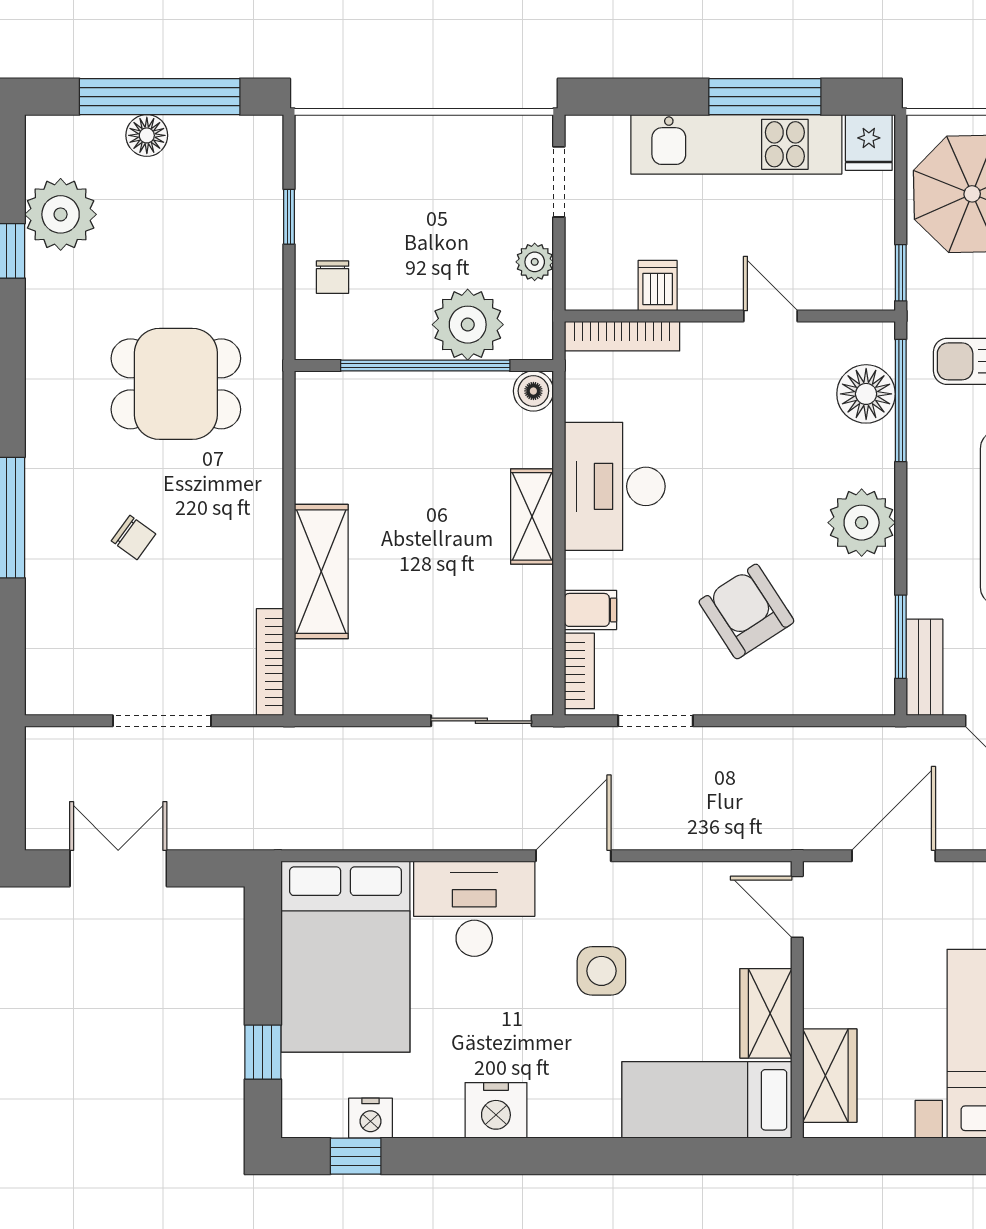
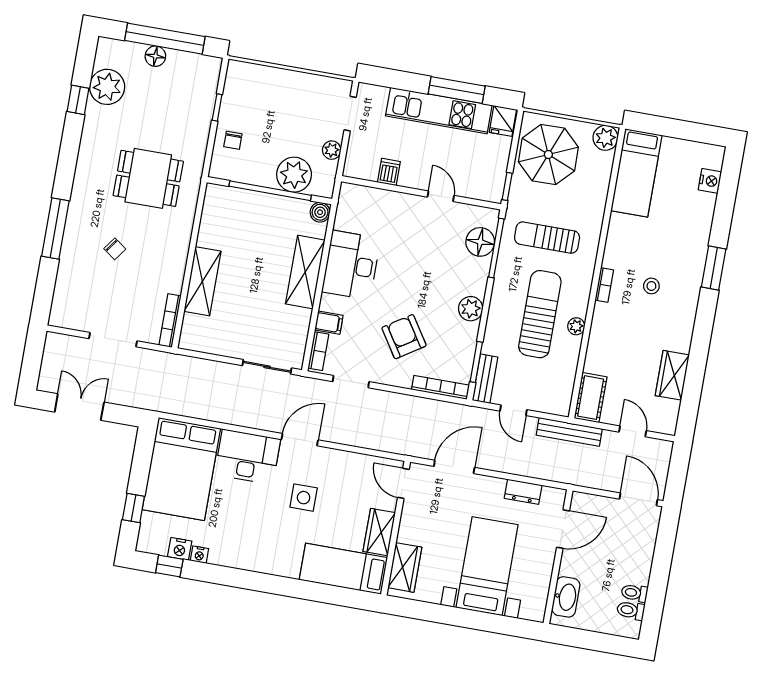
bookcase: (622, 336) -> (440, 387), moved, turned 180
shelving: (532, 516) -> (305, 272), width x1.50, depth x1.33
plant: (862, 523) -> (471, 309), width x0.73, depth x0.73
nightstand: (496, 1110) -> (199, 555), moved, width x0.53, depth x0.56

